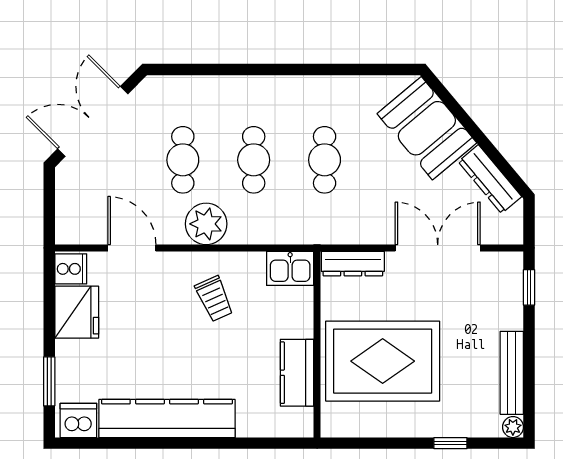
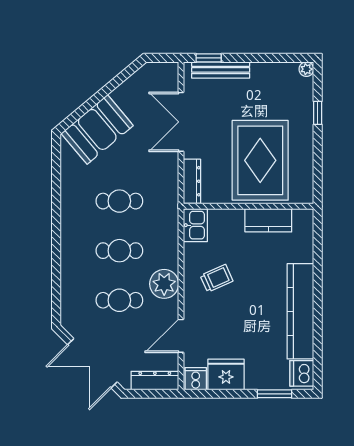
dresser: (490, 179) -> (155, 381), moved, turned -140
bench: (512, 373) -> (221, 70), moved

